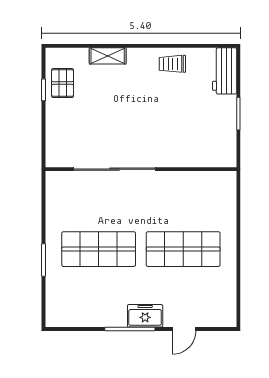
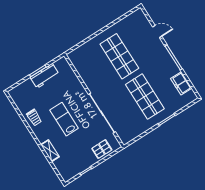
workbench: (225, 71) -> (45, 76), moved
pallet: (63, 83) -> (102, 149), moved
lab bench: (141, 107) -> (64, 119), added
freezer: (145, 316) -> (181, 83), moved

